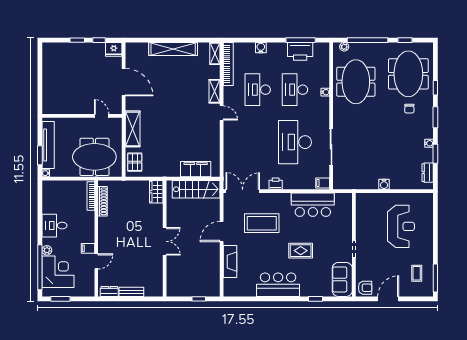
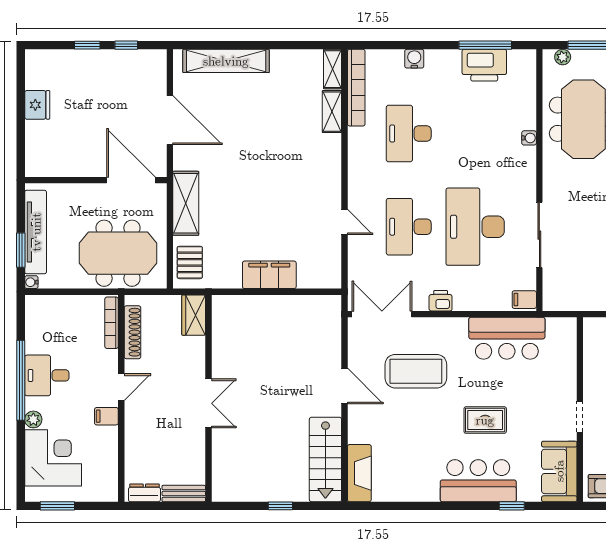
fridge: (114, 49) -> (37, 105), moved, turned -90
shelving: (173, 49) -> (226, 61), moved
desk: (295, 90) -> (409, 227), moved
shelving: (215, 91) -> (332, 112), moved
door: (222, 113) -> (344, 222), moved
door: (102, 116) -> (131, 180), width x1.88
filing cabinet: (196, 169) -> (269, 275), moved
stairs: (196, 189) -> (325, 459), moved, turned 90
wardrobe: (156, 192) -> (194, 315), moved
door: (222, 231) -> (344, 386), swing flipped
wall: (165, 238) -> (208, 398), moved
double door: (165, 241) -> (208, 403), moved
door: (96, 261) -> (121, 387), moved
fireplace: (230, 262) -> (359, 473), moved
window: (40, 267) -> (21, 380), moved
bar counter: (278, 285) -> (478, 481), moved
window: (199, 299) -> (280, 506), moved

